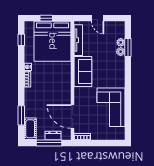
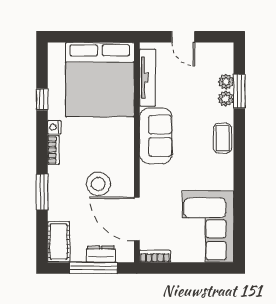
window: (46, 18) -> (88, 37), removed
window: (21, 40) -> (42, 100), moved
coffee table: (119, 73) -> (223, 138), added
stool: (52, 98) -> (98, 184), added
corner sofa: (111, 107) -> (208, 226), moved
window: (21, 115) -> (42, 192), moved

